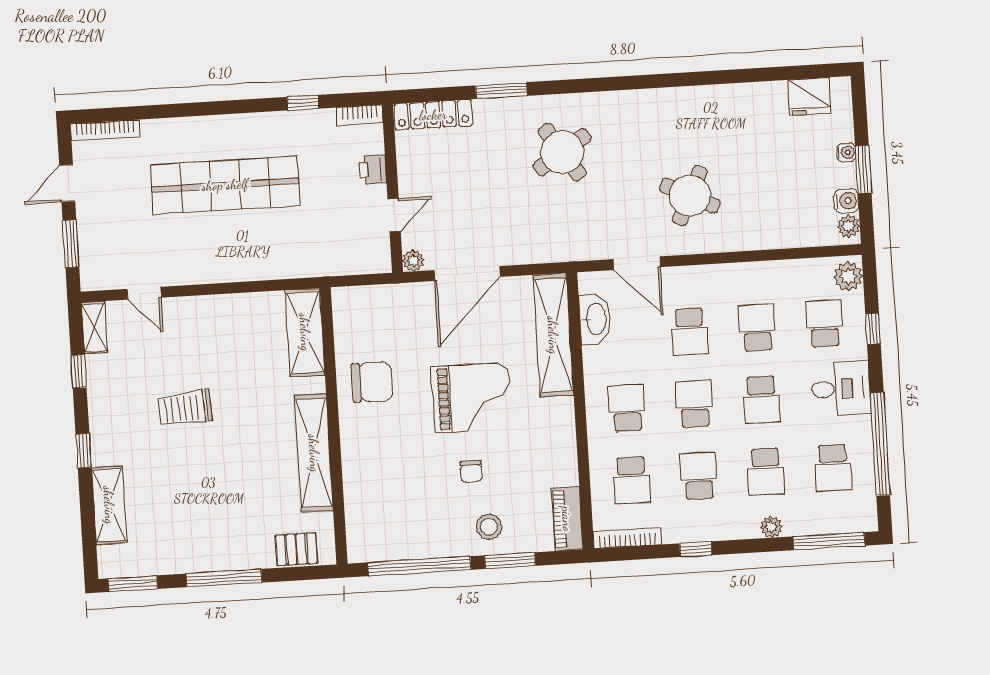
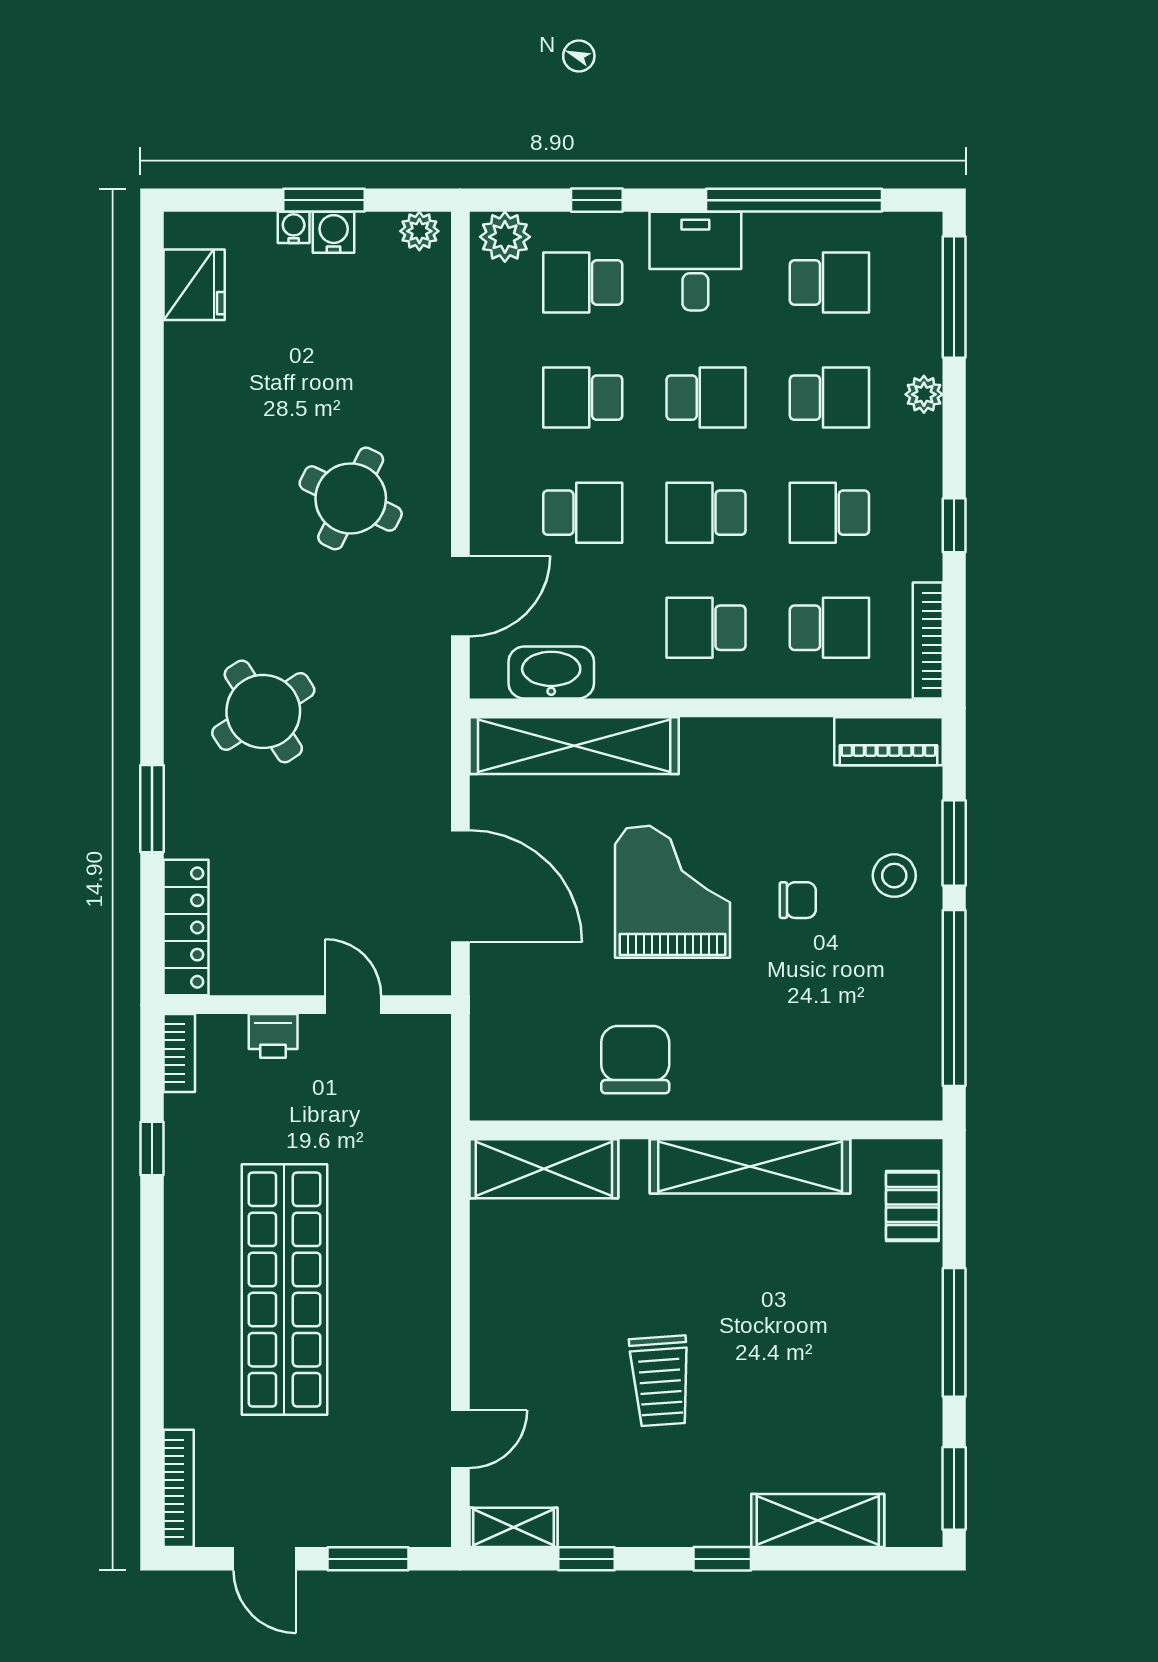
water cooler: (846, 201) -> (334, 232), moved
plant: (413, 261) -> (433, 977), removed

